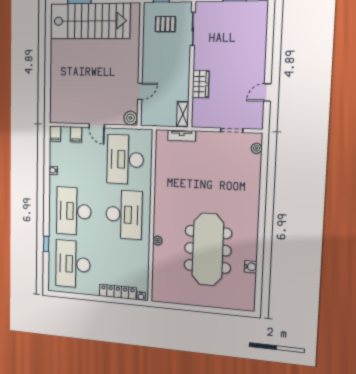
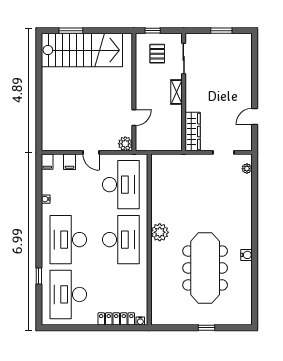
pallet: (165, 24) -> (157, 54), turned 90
wardrobe: (201, 84) -> (193, 132), moved, width x1.50
shelving: (183, 114) -> (176, 92), moved
tv unit: (182, 136) -> (176, 159), removed
desk: (125, 160) -> (121, 185), turned 180
plant: (158, 241) -> (160, 232), moved, width x1.88, depth x1.88
water cooler: (251, 267) -> (246, 255), moved
window: (207, 309) -> (207, 328), added

